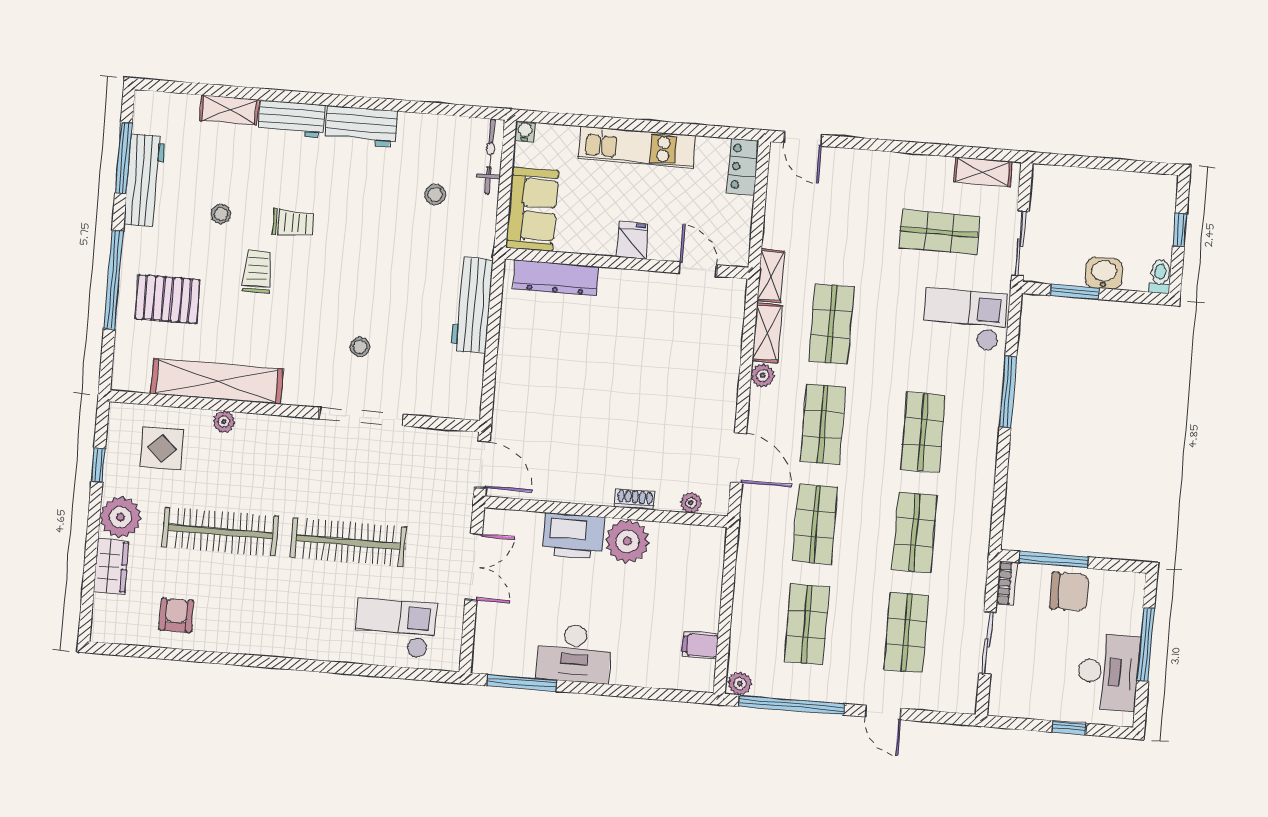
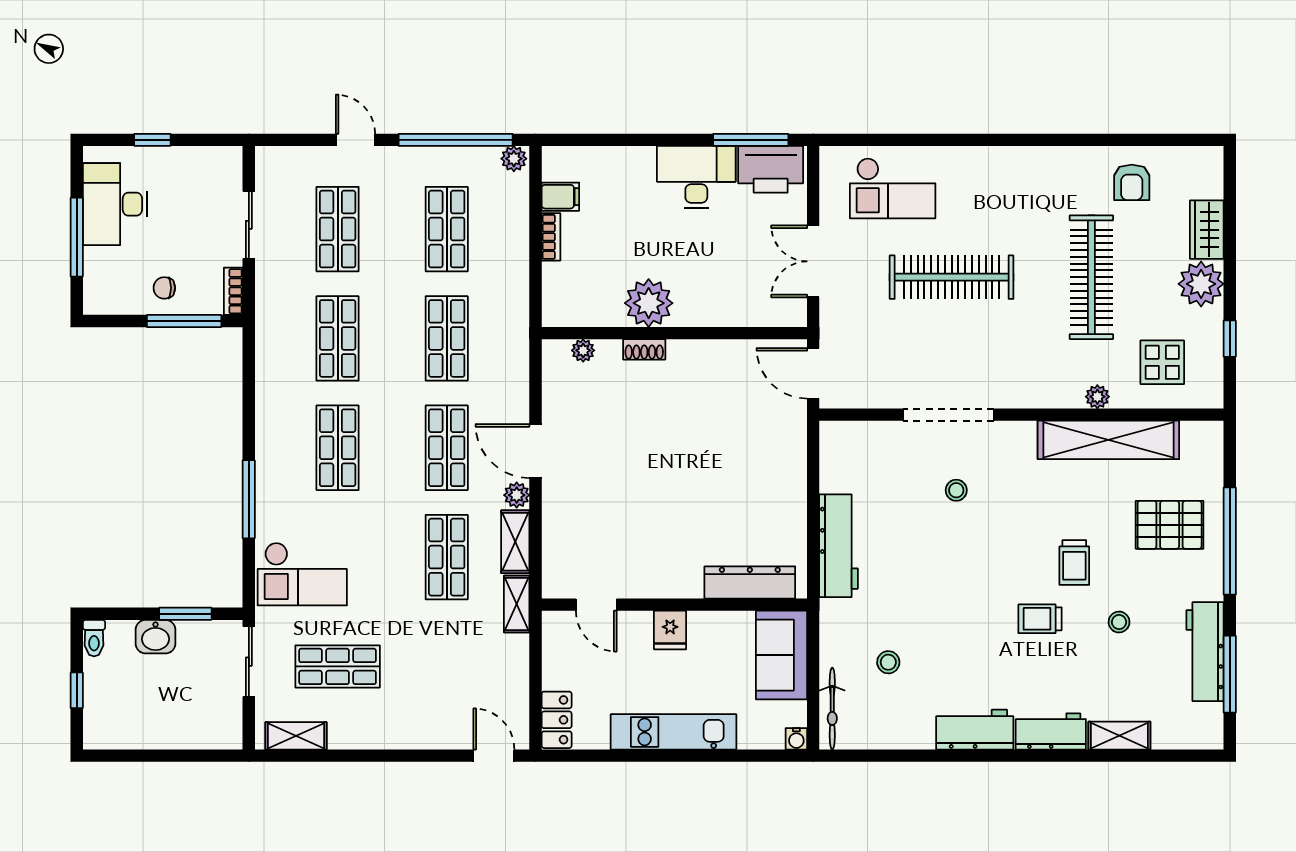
door: (738, 458) -> (536, 451), moved
clothes rail: (220, 532) -> (1091, 277), turned 90
printer: (573, 536) -> (771, 169), moved, turned 180
chair: (1069, 591) -> (164, 288), width x0.54, depth x0.54
bookcase: (712, 609) -> (551, 237), added

